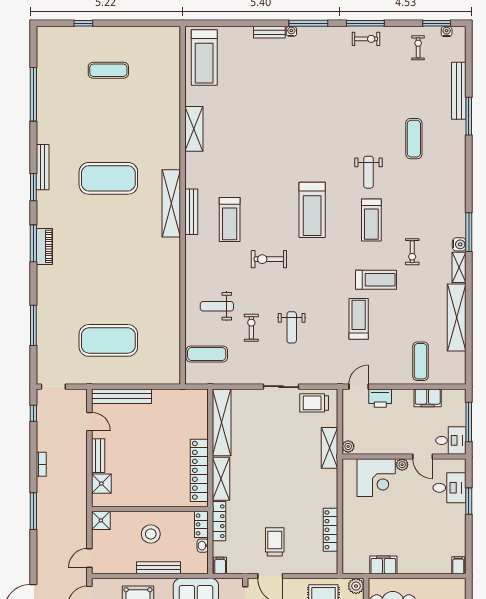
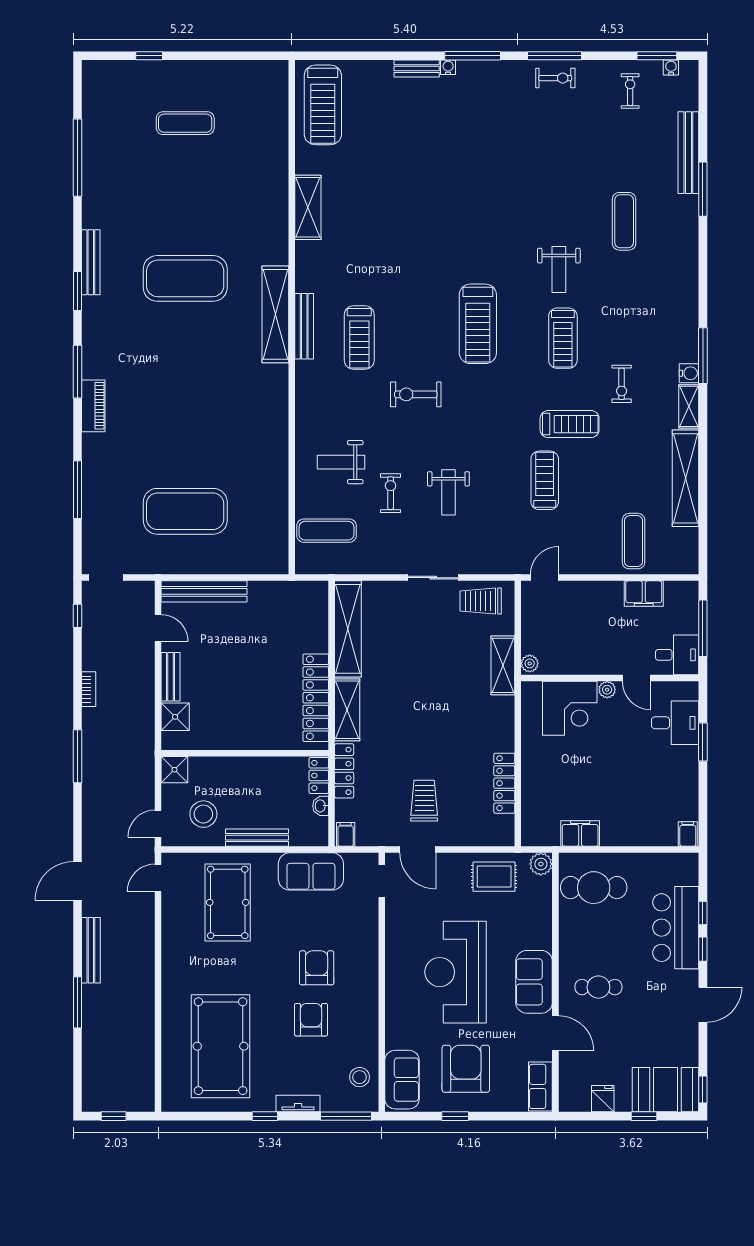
piano: (44, 246) -> (93, 406), moved
printer: (380, 398) -> (576, 594), removed
stool: (151, 534) -> (203, 814), moved

